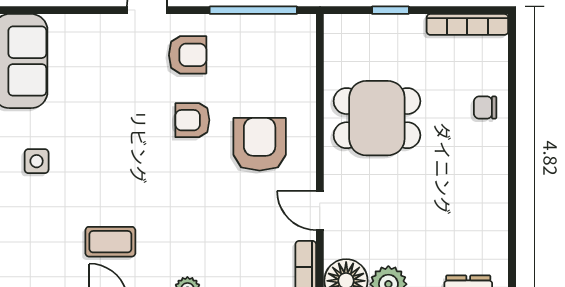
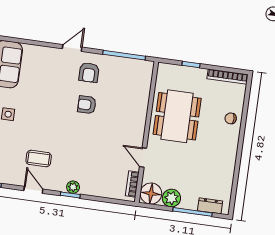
armchair: (188, 55) -> (89, 73), turned 90
dining table: (377, 118) -> (177, 116), width x1.38
armchair: (260, 144) -> (118, 121), removed

